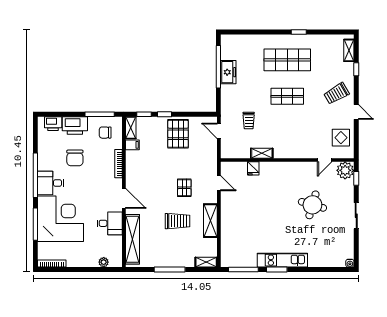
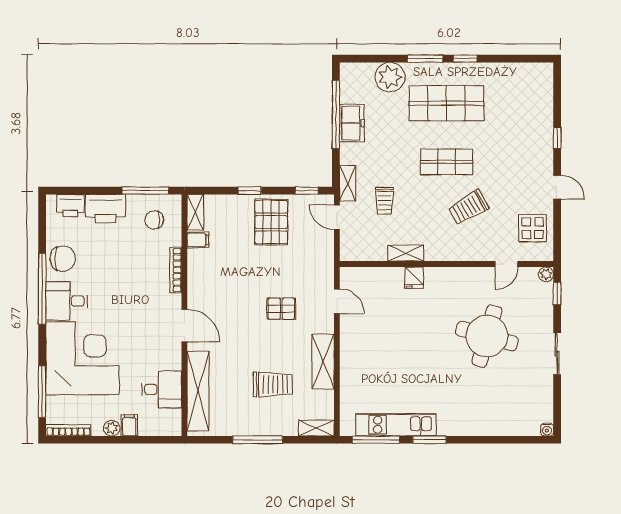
window: (274, 32) -> (425, 59), added
plant: (252, 44) -> (390, 77), added
shelving: (349, 50) -> (348, 183), moved
window: (356, 69) -> (557, 138), moved
trolley: (336, 94) -> (469, 207), moved
window: (144, 114) -> (307, 191), moved
chair: (75, 158) -> (63, 259), moved, turned -90
fridge: (253, 168) -> (414, 278), moved
plant: (345, 170) -> (546, 274), width x0.53, depth x0.53
pallet: (184, 188) -> (281, 309), turned 90
round table: (312, 205) -> (487, 336), width x1.36, depth x1.36
trolley: (178, 221) -> (273, 384), moved
desk: (110, 223) -> (162, 390), moved
window: (35, 224) -> (42, 392), moved
filing cabinet: (90, 260) -> (129, 425), added
kitchen unit: (282, 260) -> (396, 425), moved
plant: (104, 262) -> (112, 428), moved

